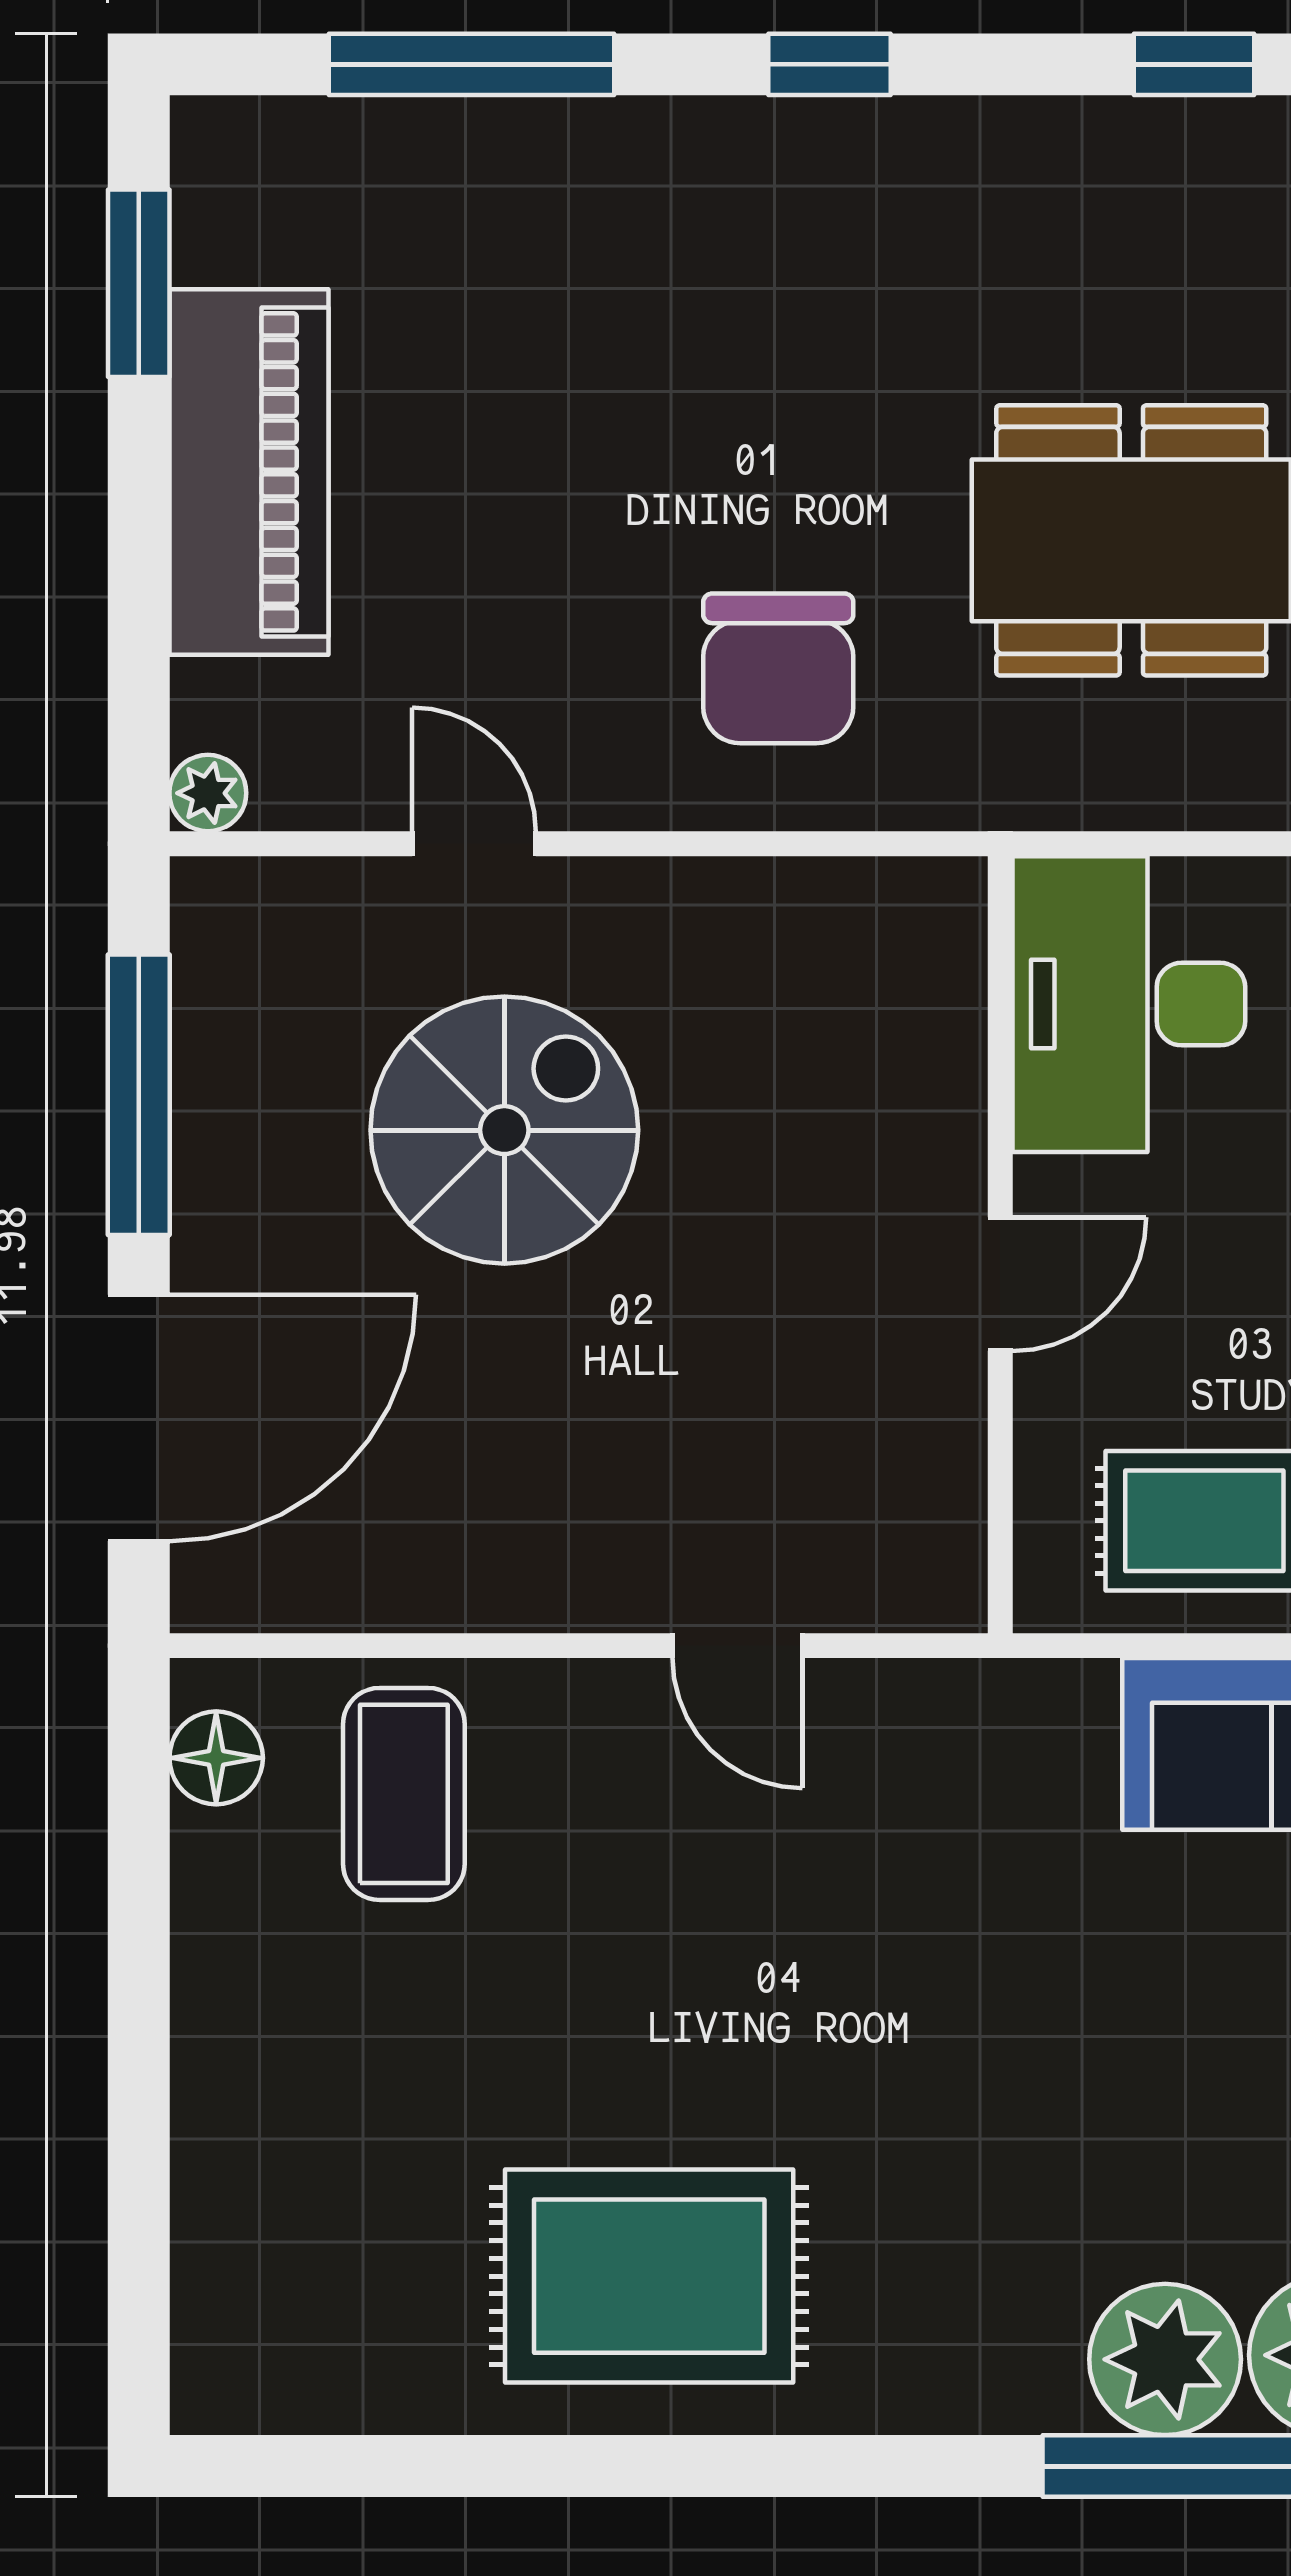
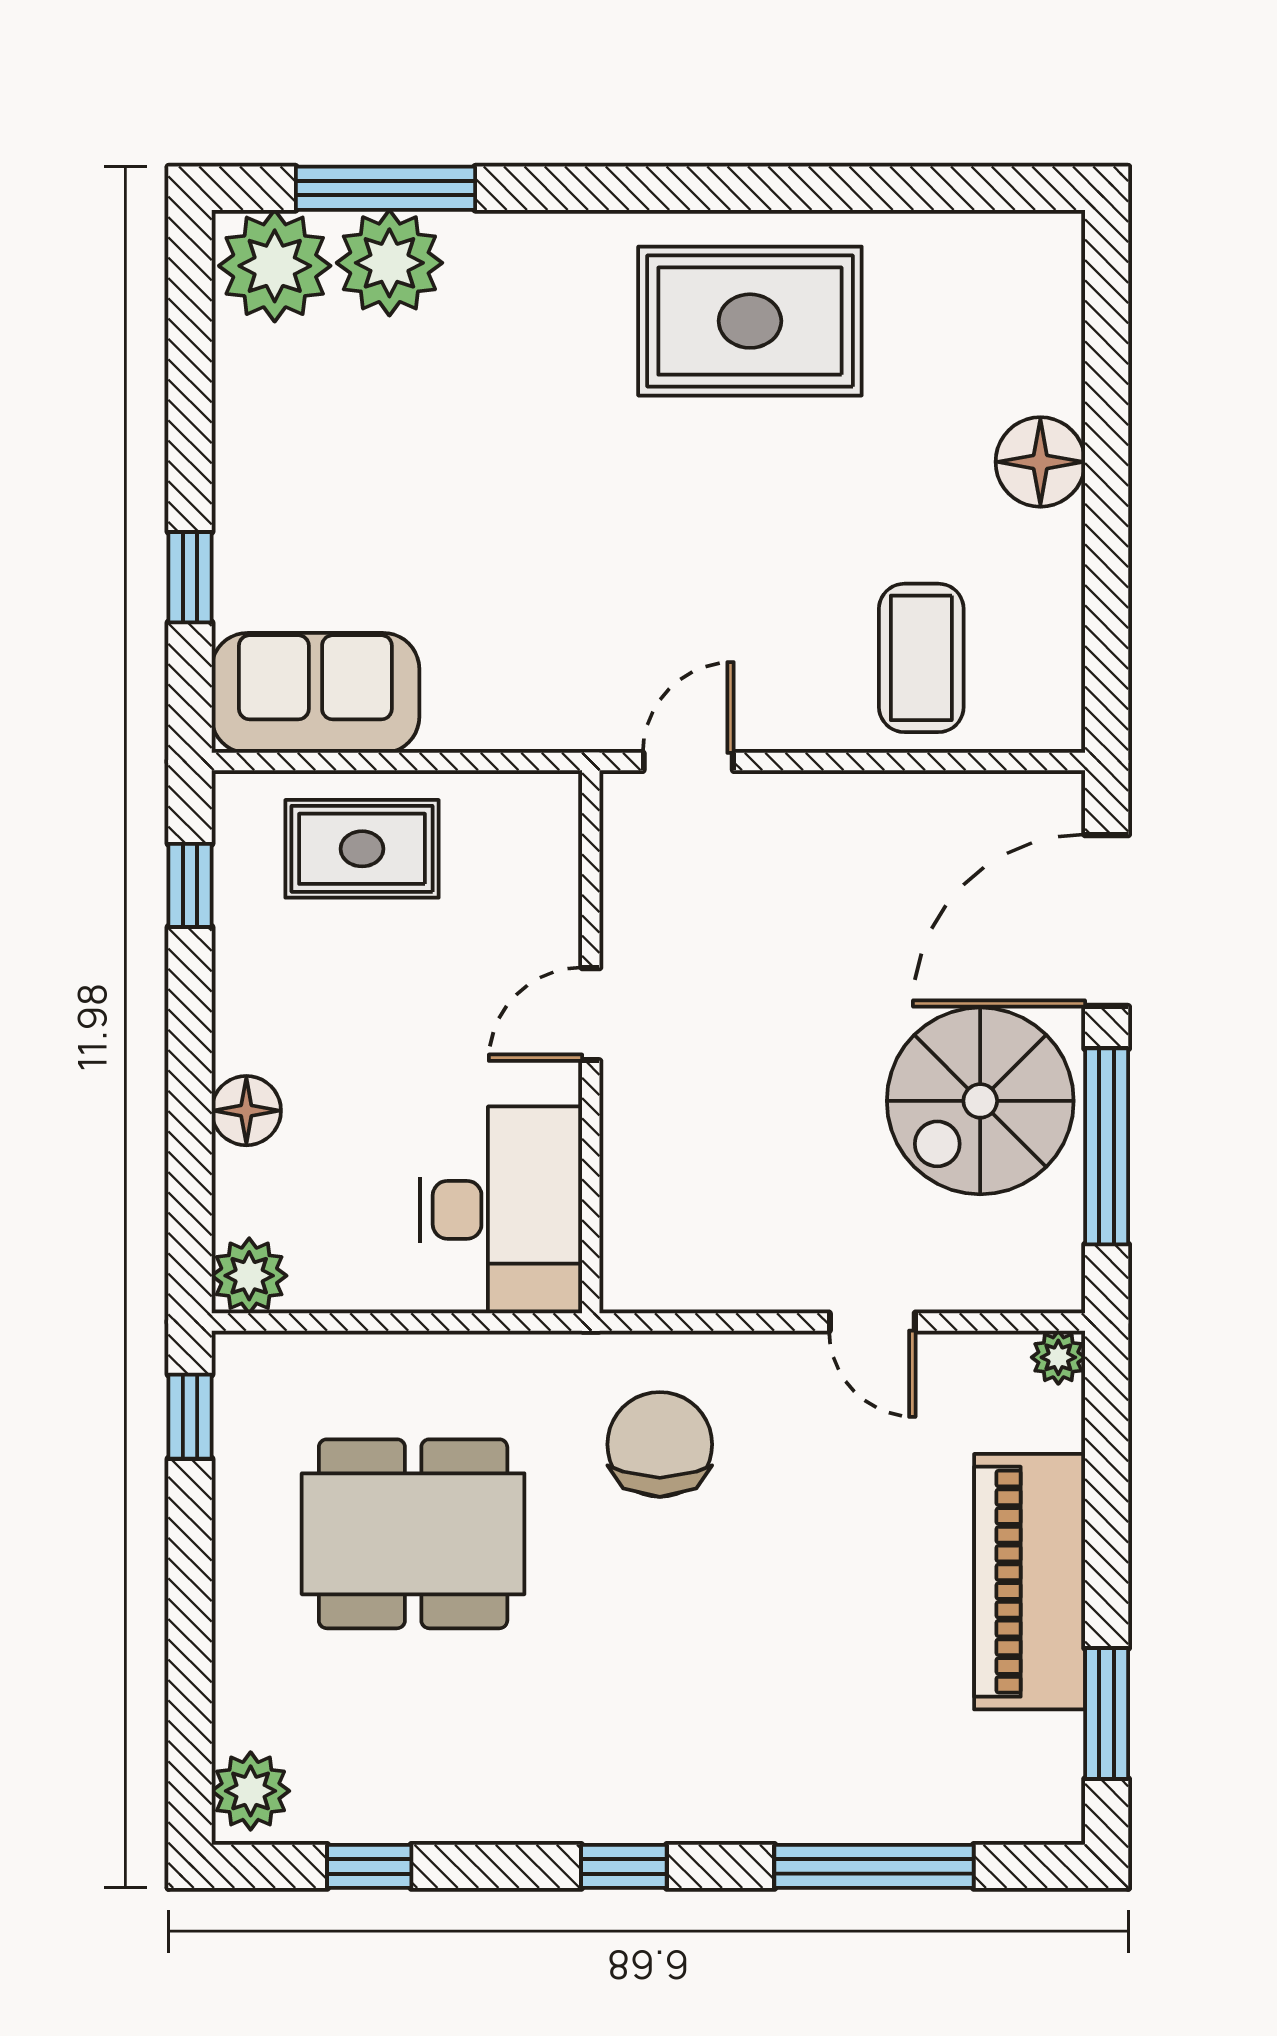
desk: (1129, 1004) -> (501, 1210), moved
spiral stairs: (504, 1130) -> (980, 1101), moved
wall: (1000, 1245) -> (591, 1042), moved
door: (1000, 1284) -> (591, 1014), moved
door: (737, 1646) -> (688, 762), hinge flipped
floor lamp: (216, 1758) -> (1040, 462), moved, width x1.38, depth x1.38

